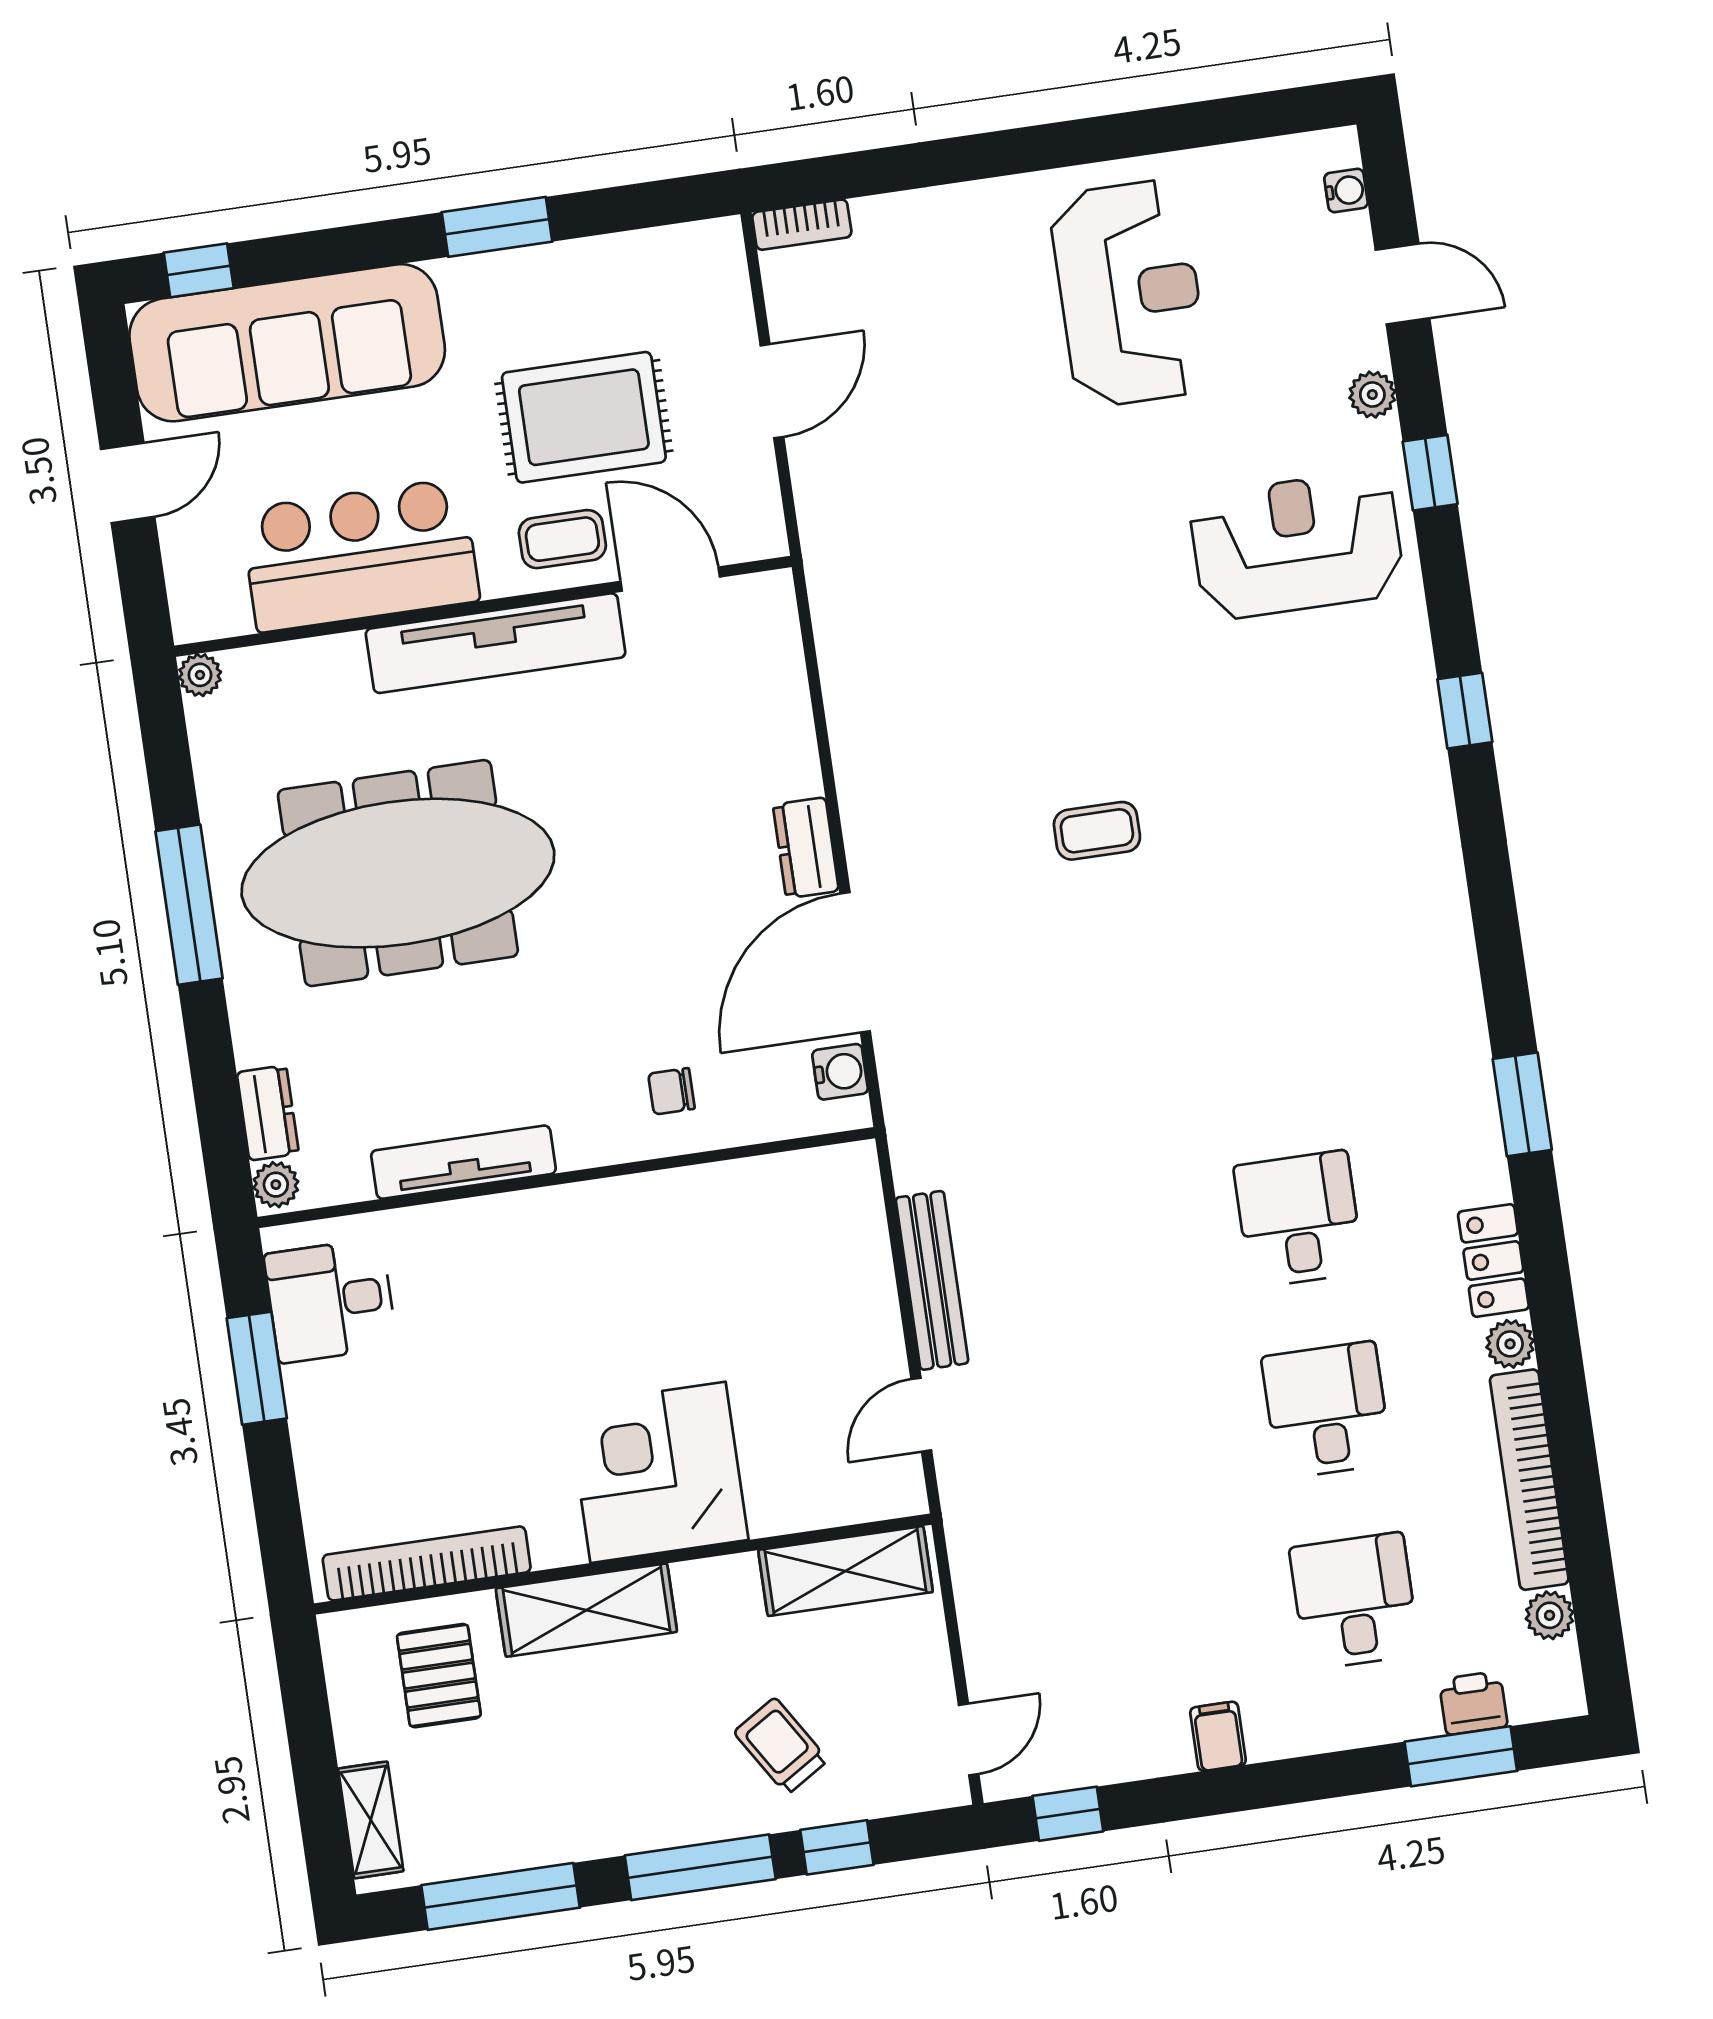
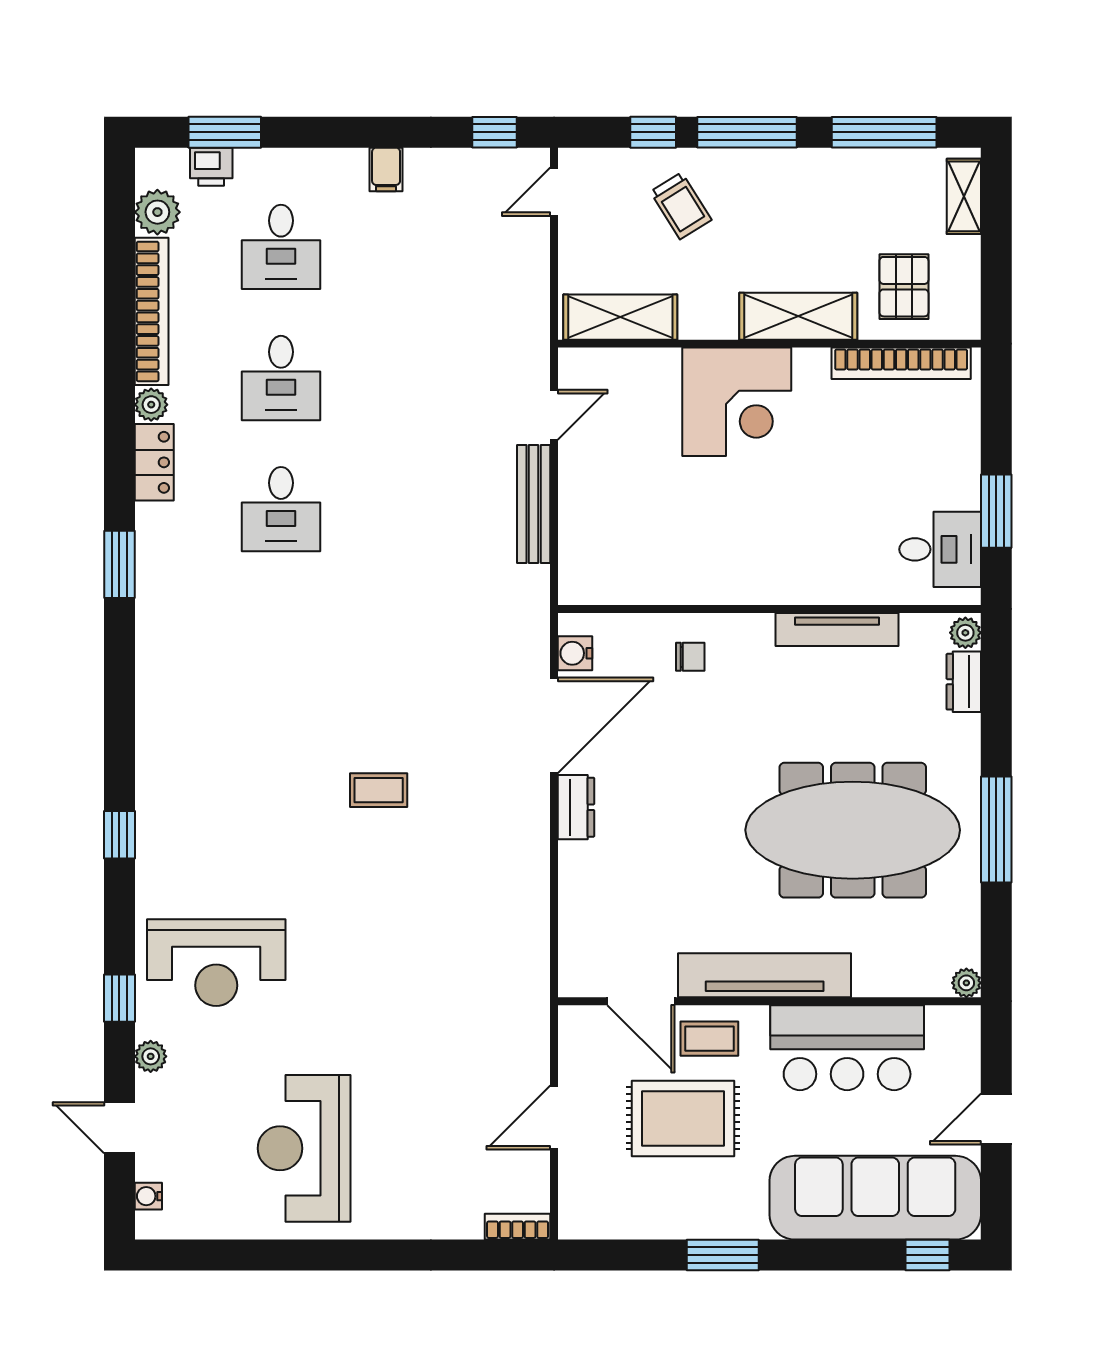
plant: (1550, 1615) -> (157, 212), width x1.38, depth x1.38

